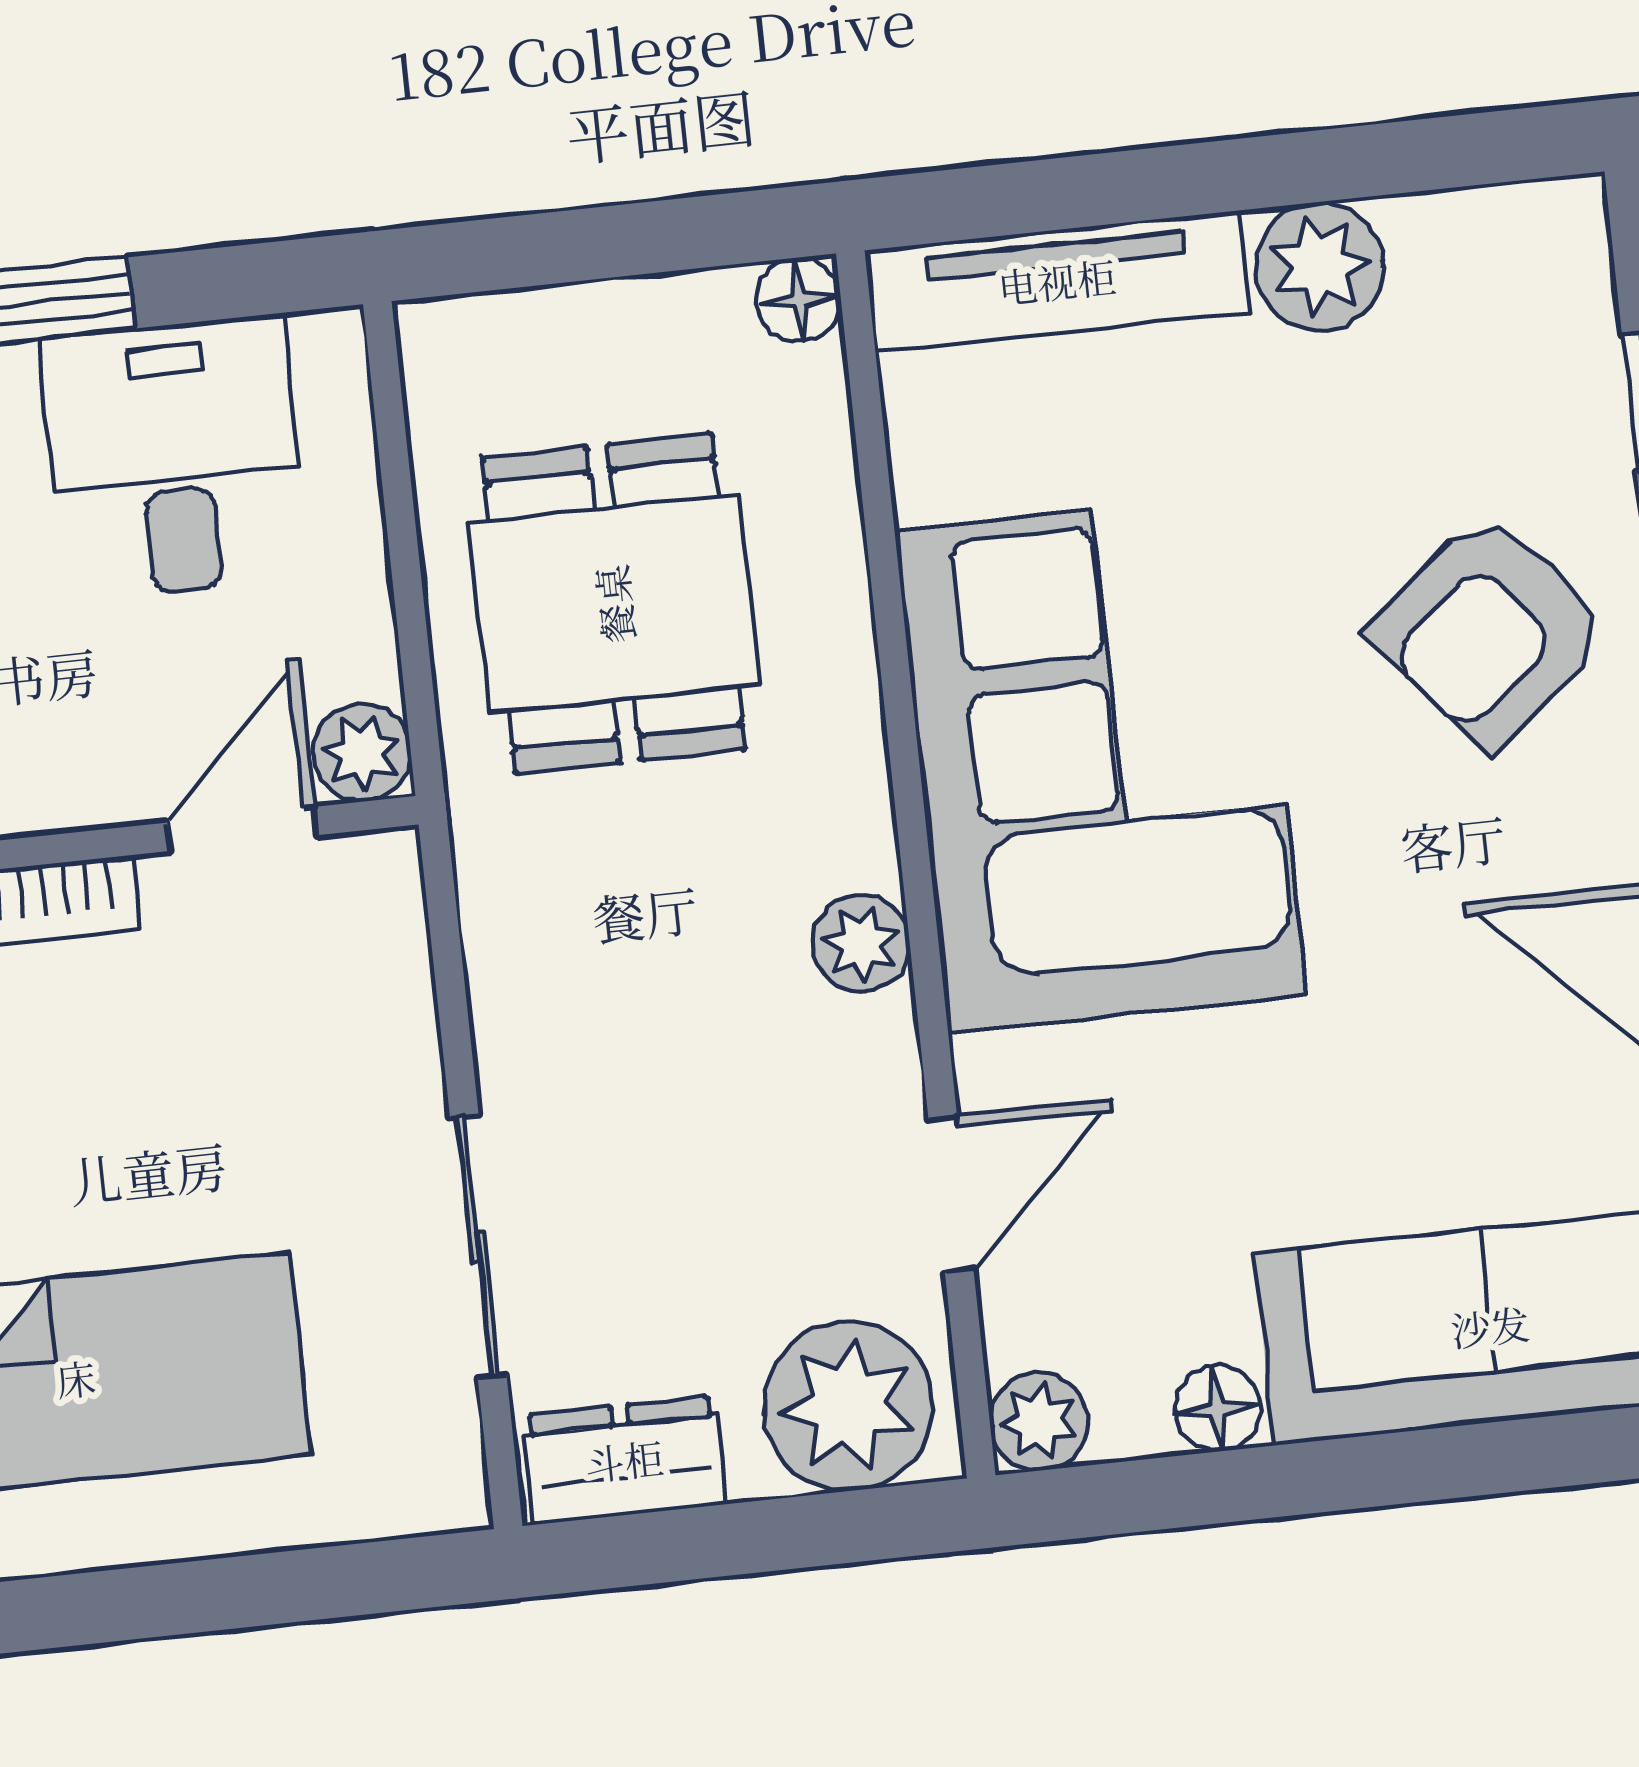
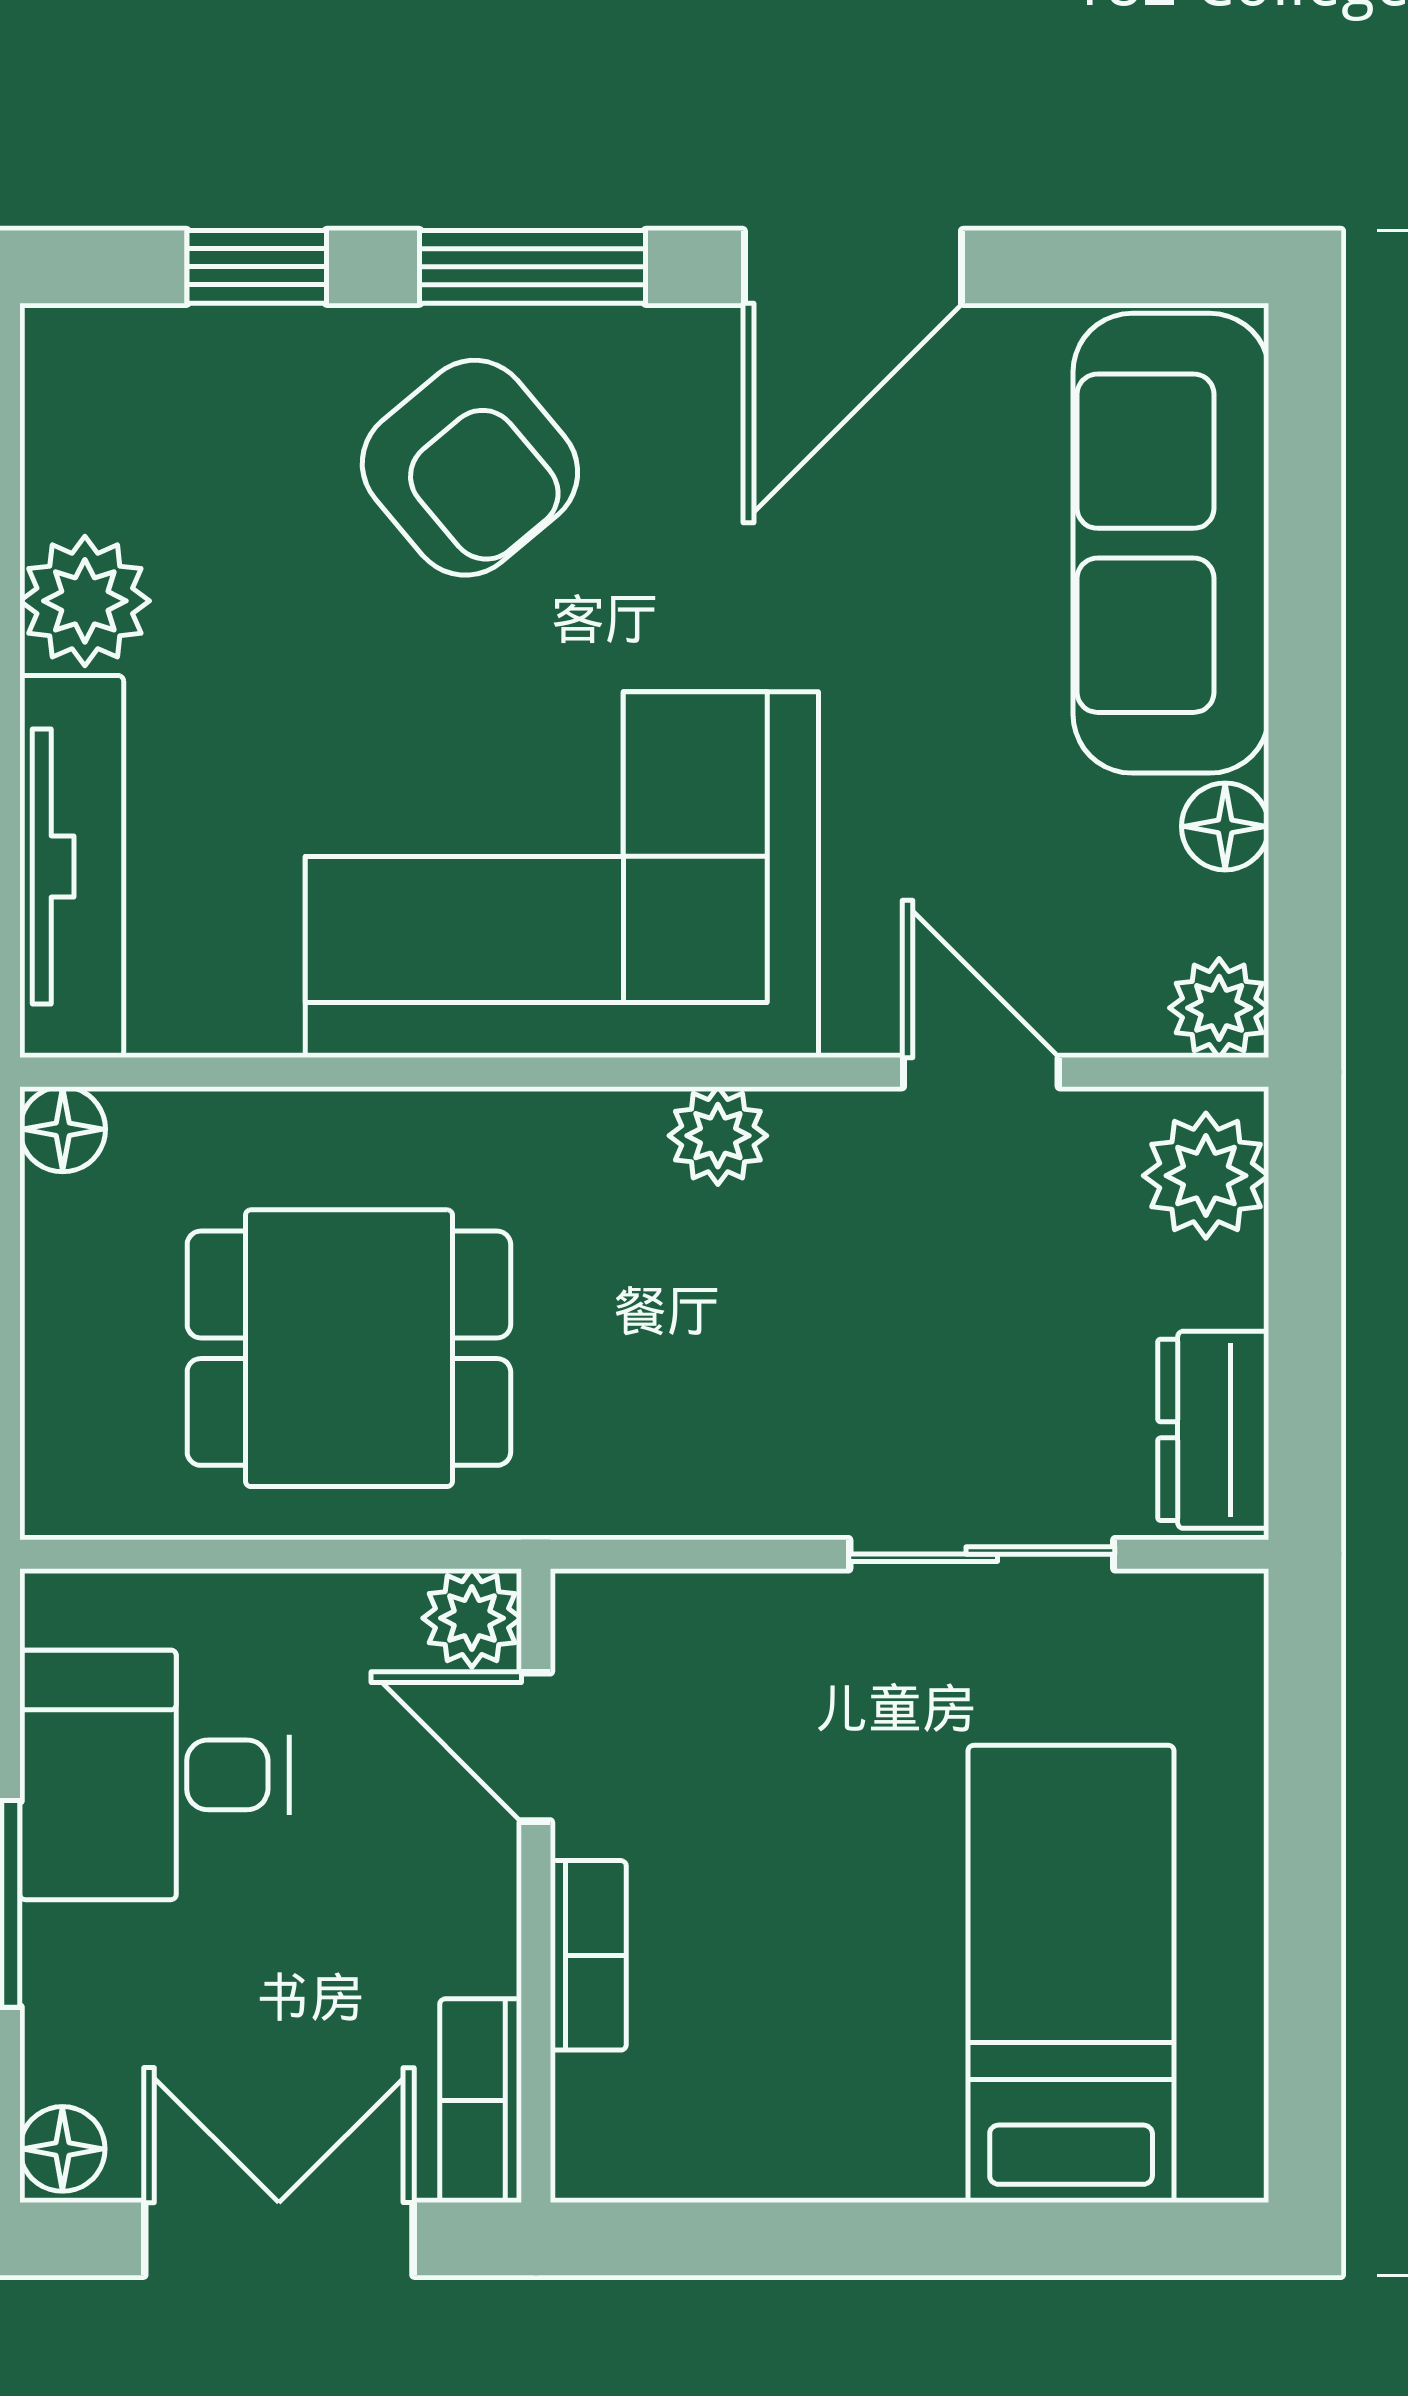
plant: (848, 1406) -> (1206, 1176), width x0.73, depth x0.73

